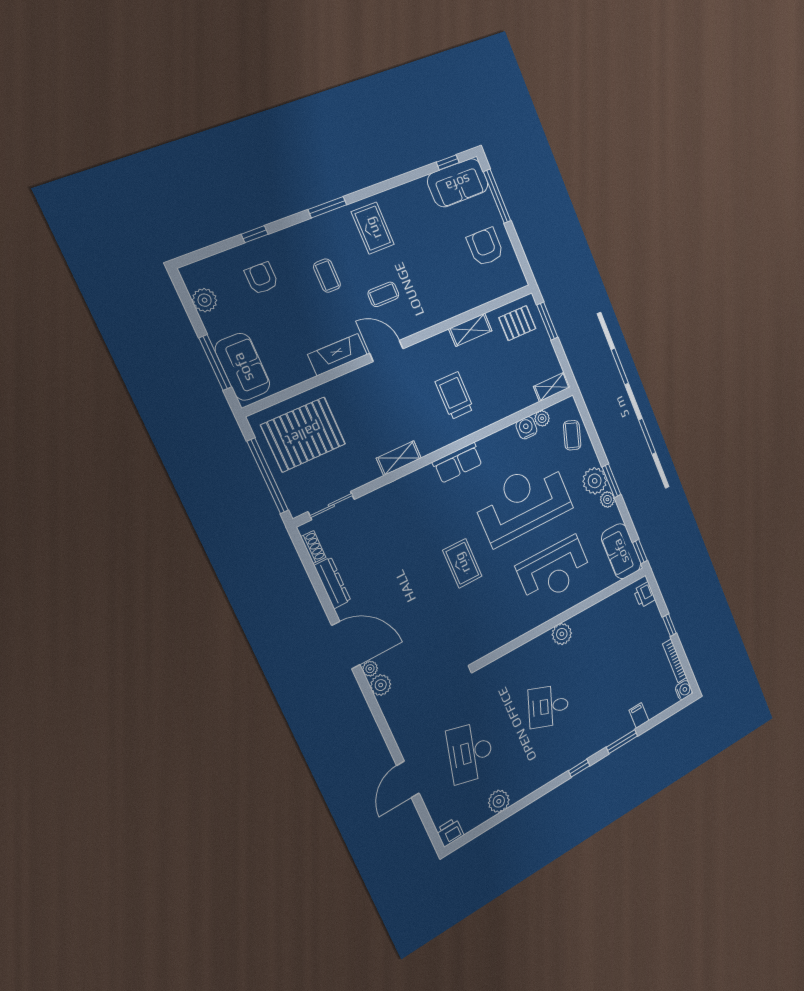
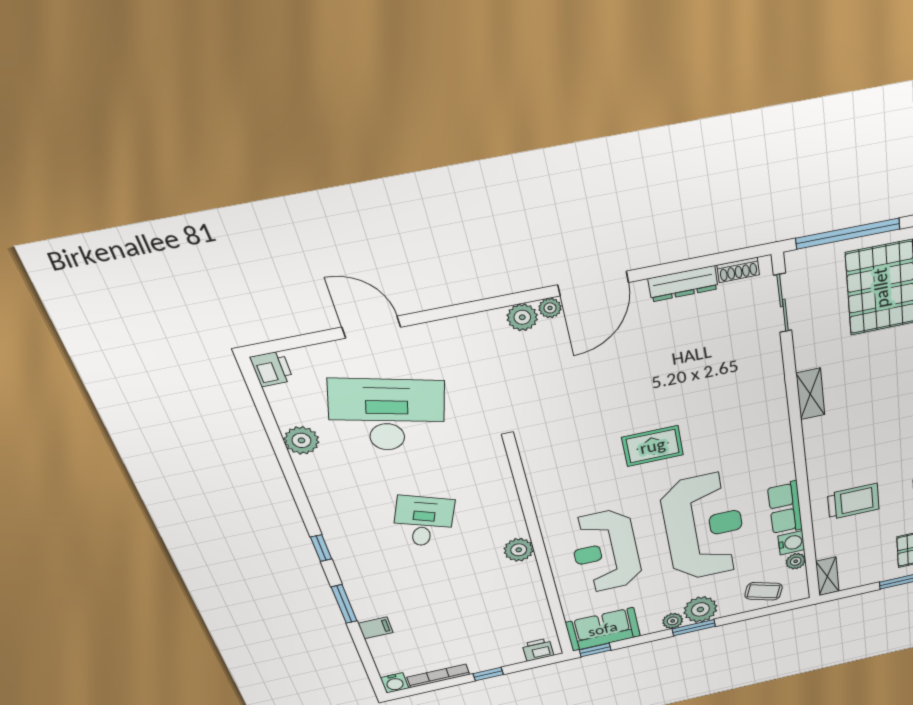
trolley: (455, 396) -> (853, 501), moved
row of seats: (458, 463) -> (785, 508), moved
desk: (470, 753) -> (387, 415), width x1.36, depth x1.30

